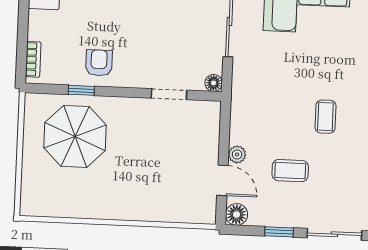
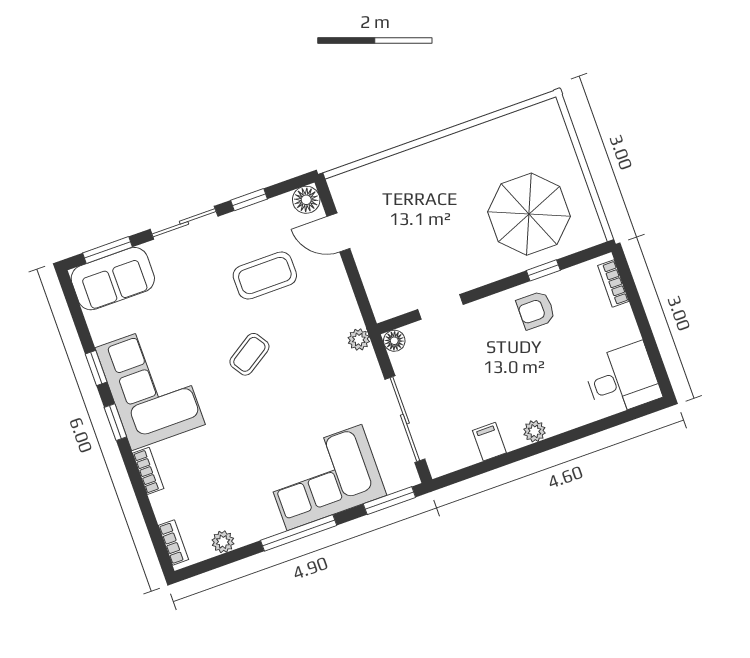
armchair: (99, 63) -> (536, 310), turned 90
coffee table: (325, 117) -> (249, 354), turned 57
plant: (237, 154) -> (359, 340), moved
coffee table: (290, 171) -> (265, 276), width x1.36, depth x1.30

